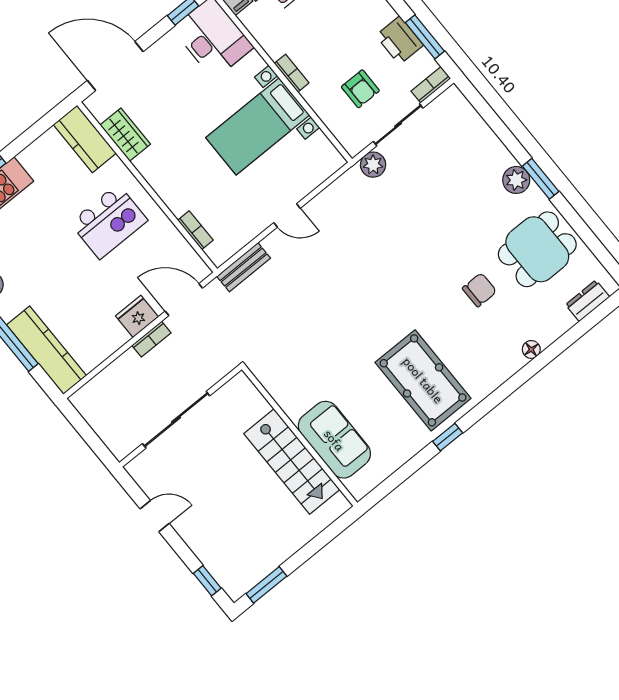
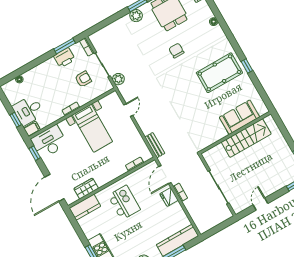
door: (287, 215) -> (128, 110), moved
chair: (479, 290) -> (176, 51), moved

